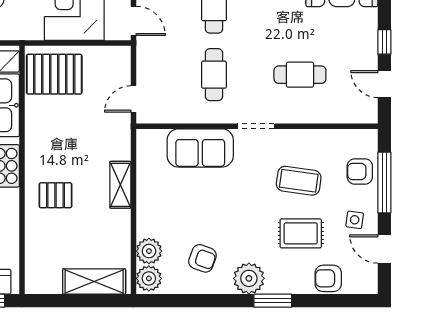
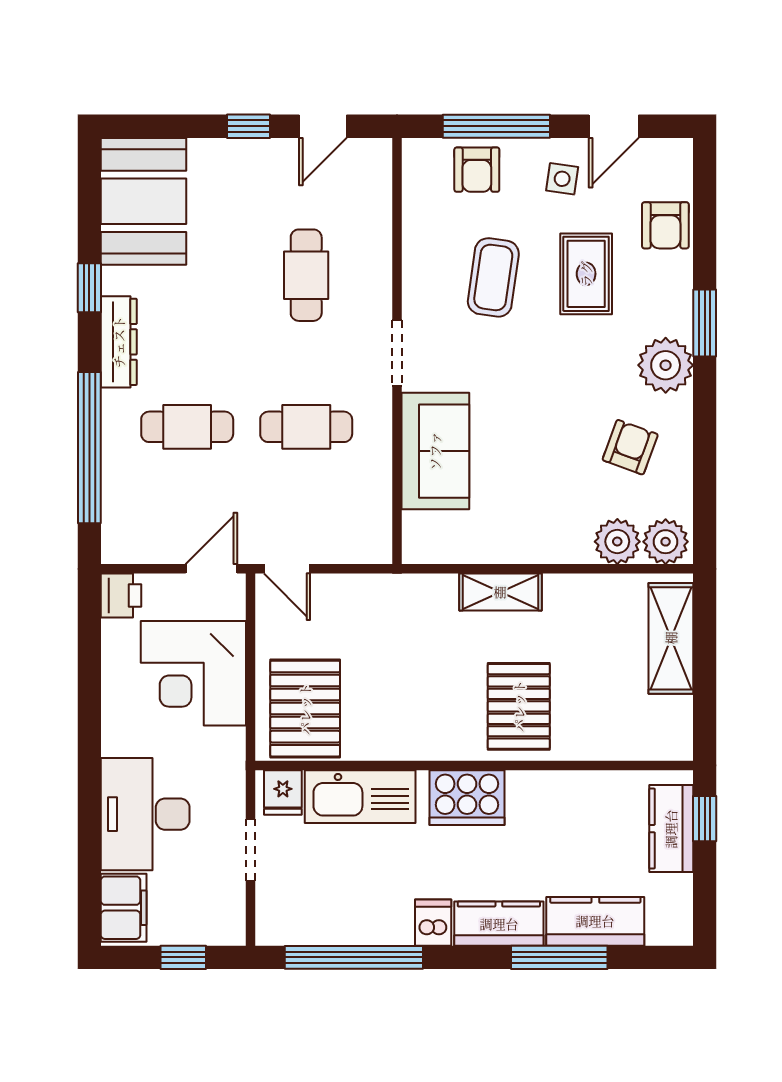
door: (133, 99) -> (287, 569), moved
pallet: (55, 195) -> (519, 706), width x1.50, depth x1.42

